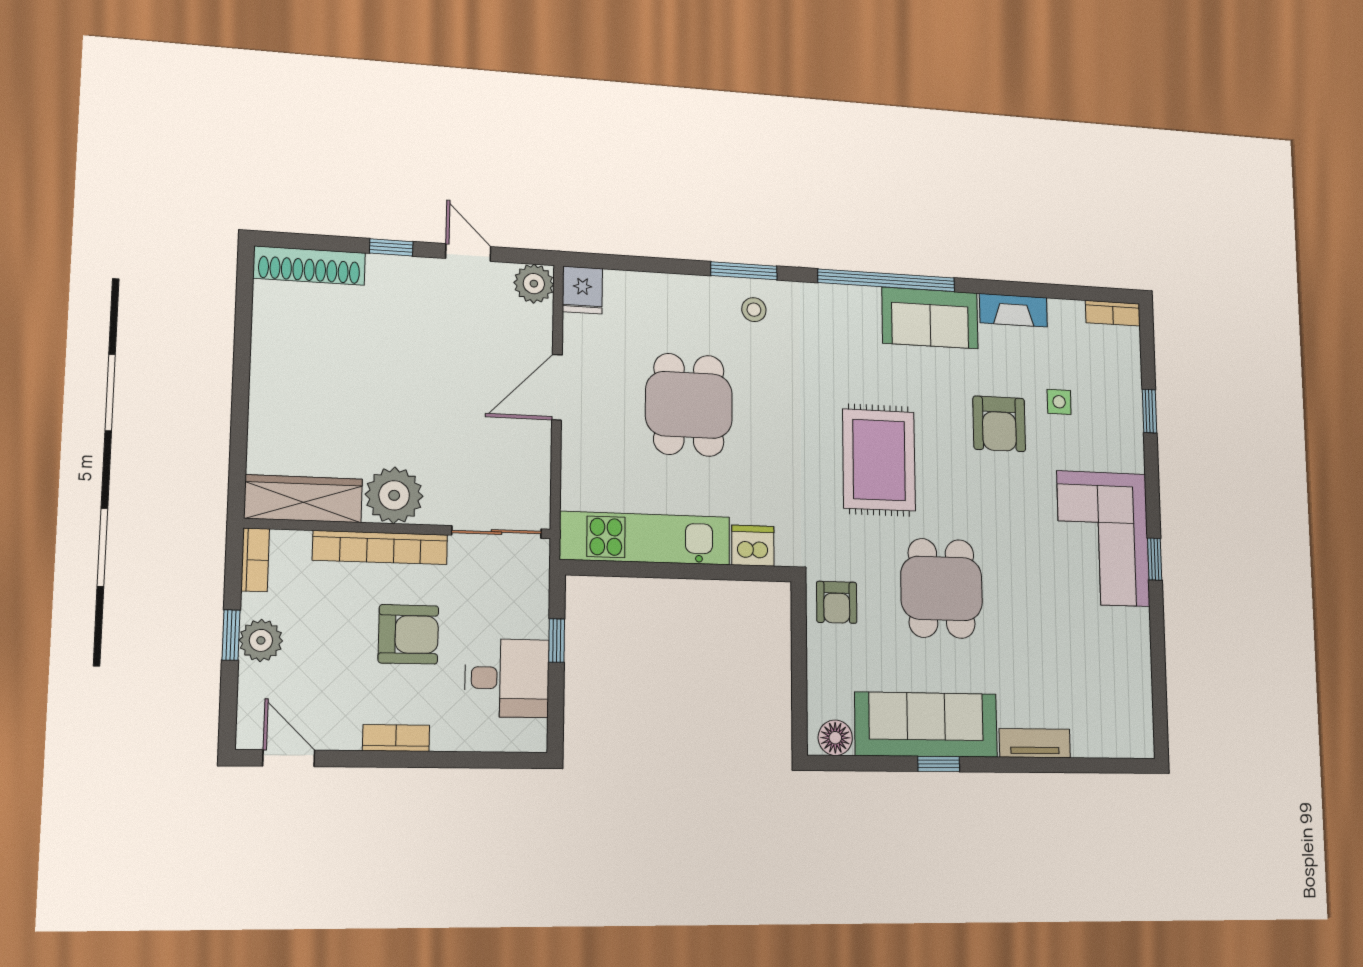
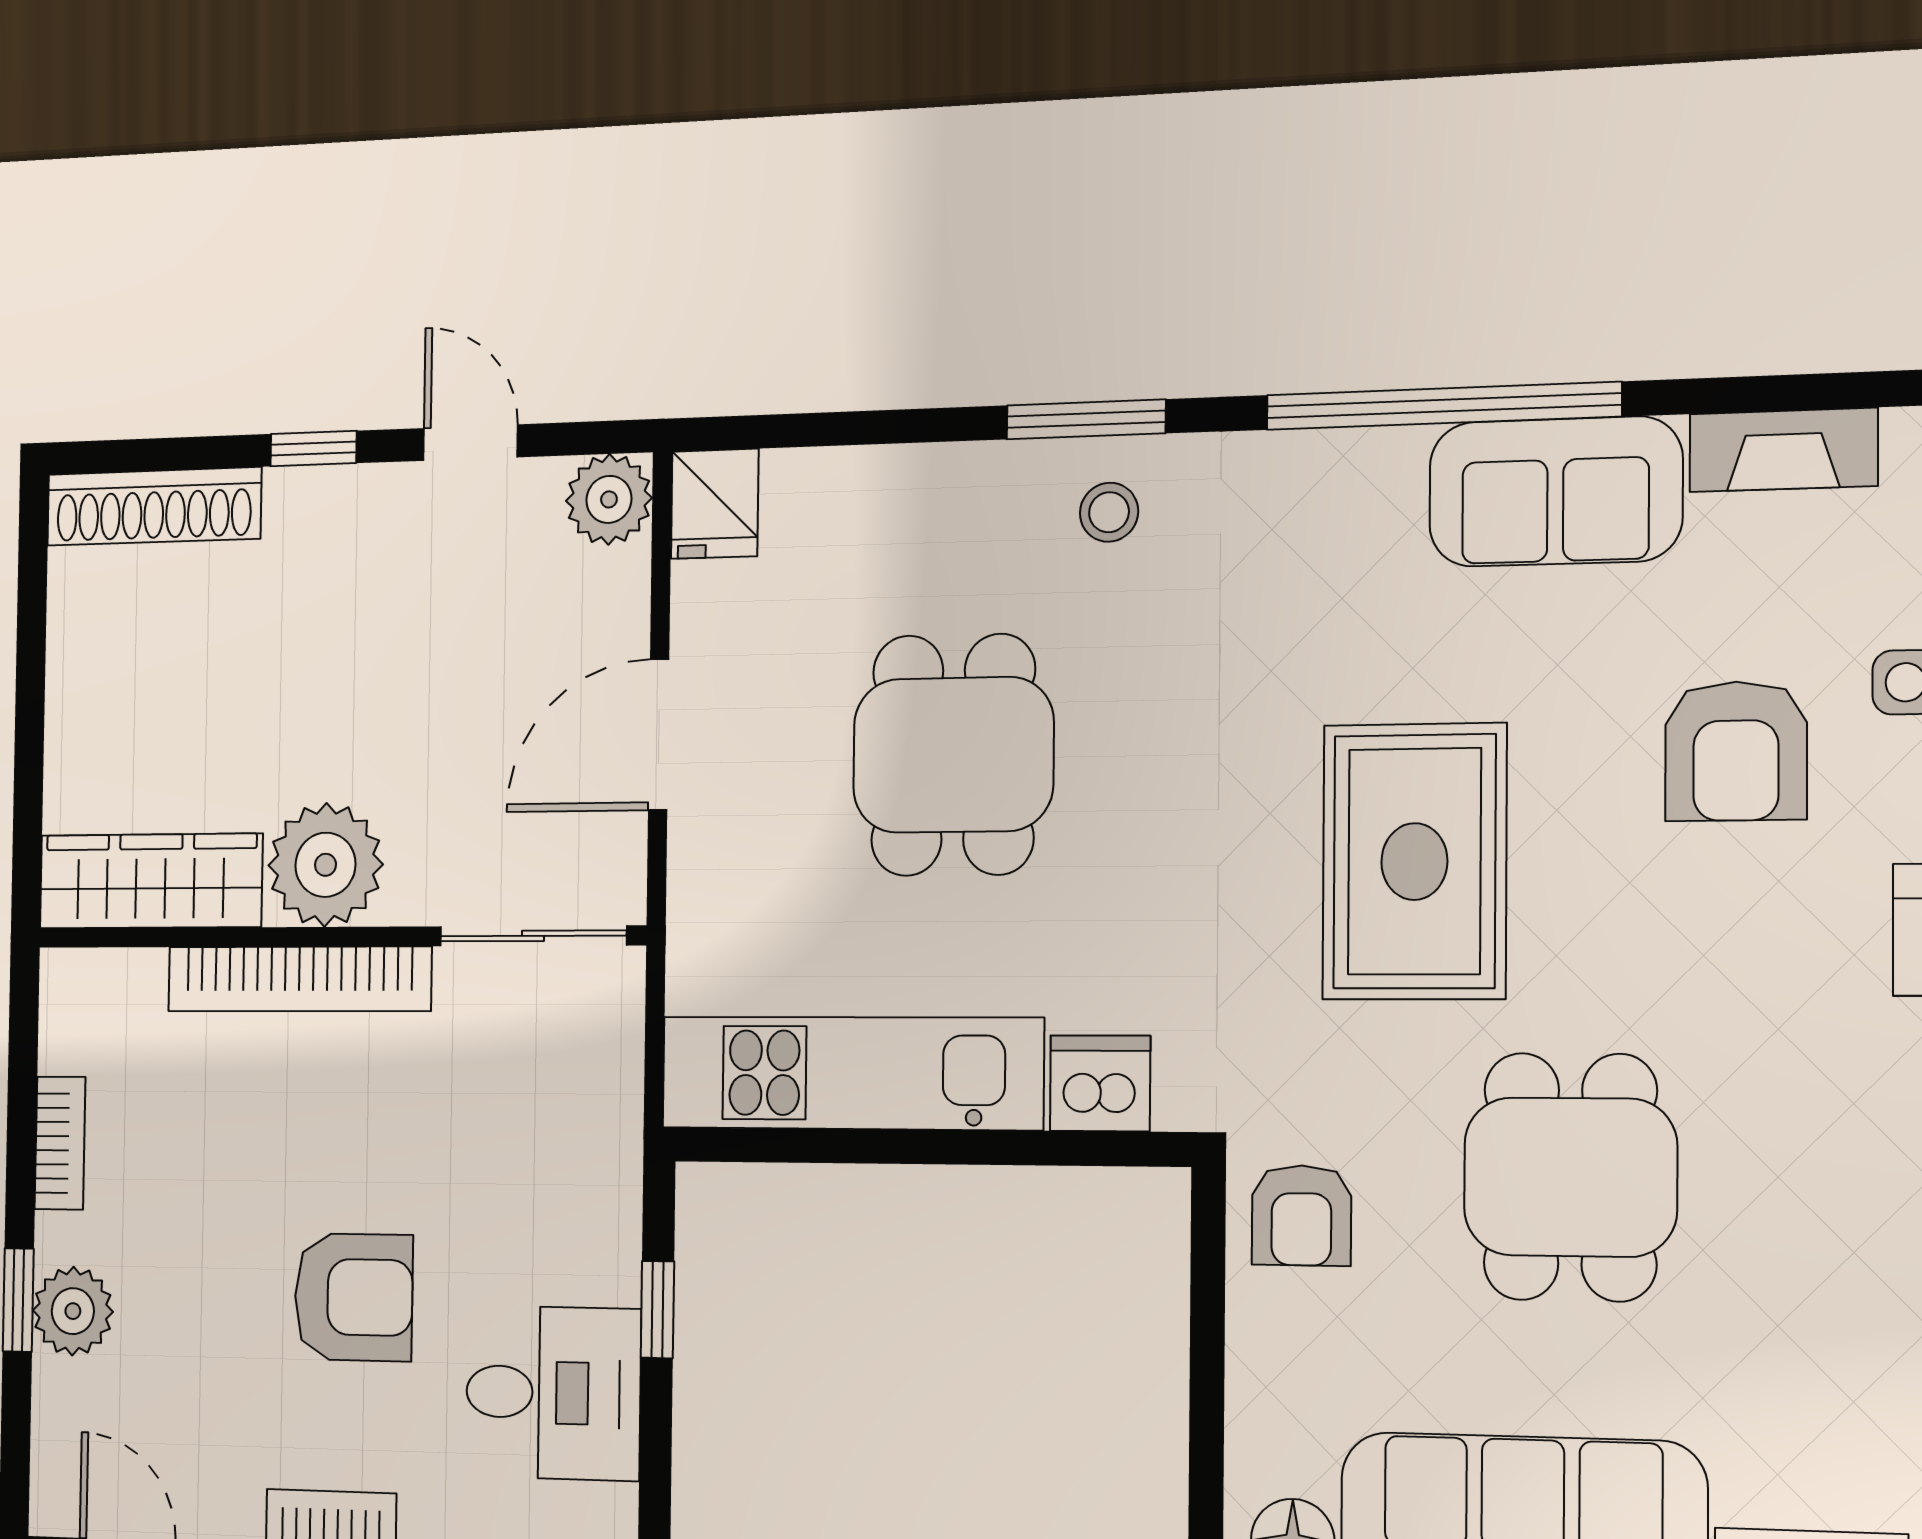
plant: (394, 495) -> (326, 865), moved
wardrobe: (303, 499) -> (151, 881), moved
wall: (400, 529) -> (337, 937), moved
sliding door: (497, 532) -> (533, 936), moved
bookcase: (380, 547) -> (299, 979), moved

